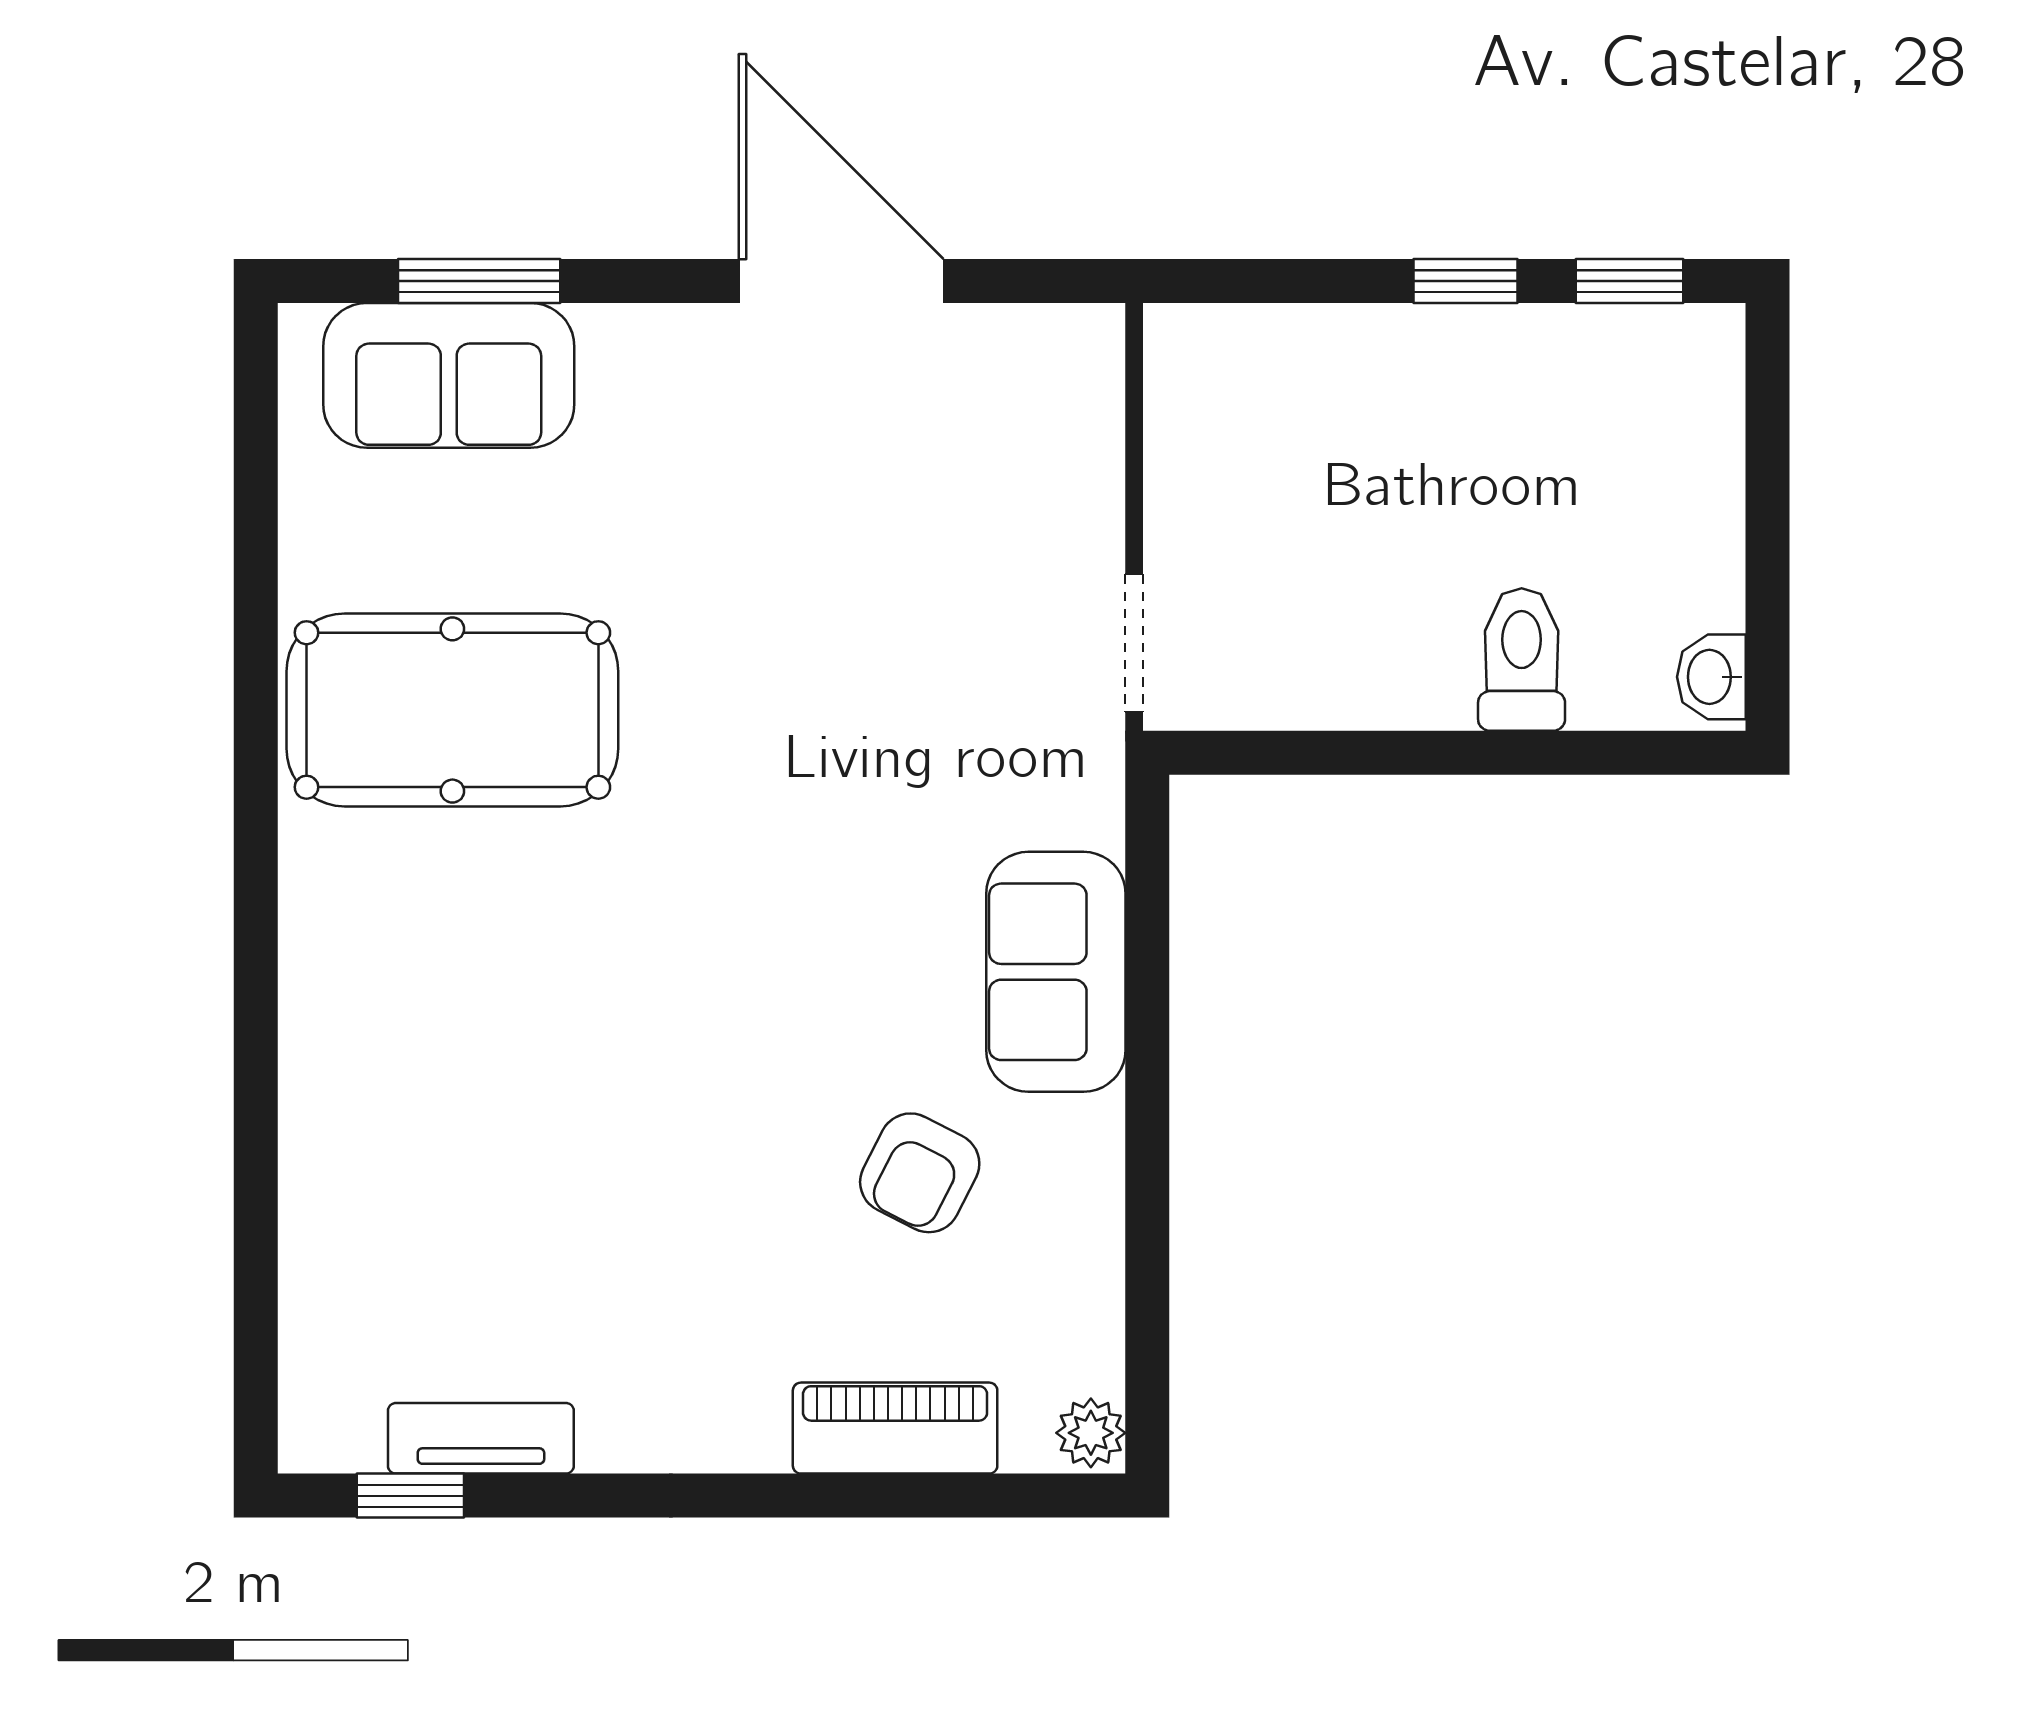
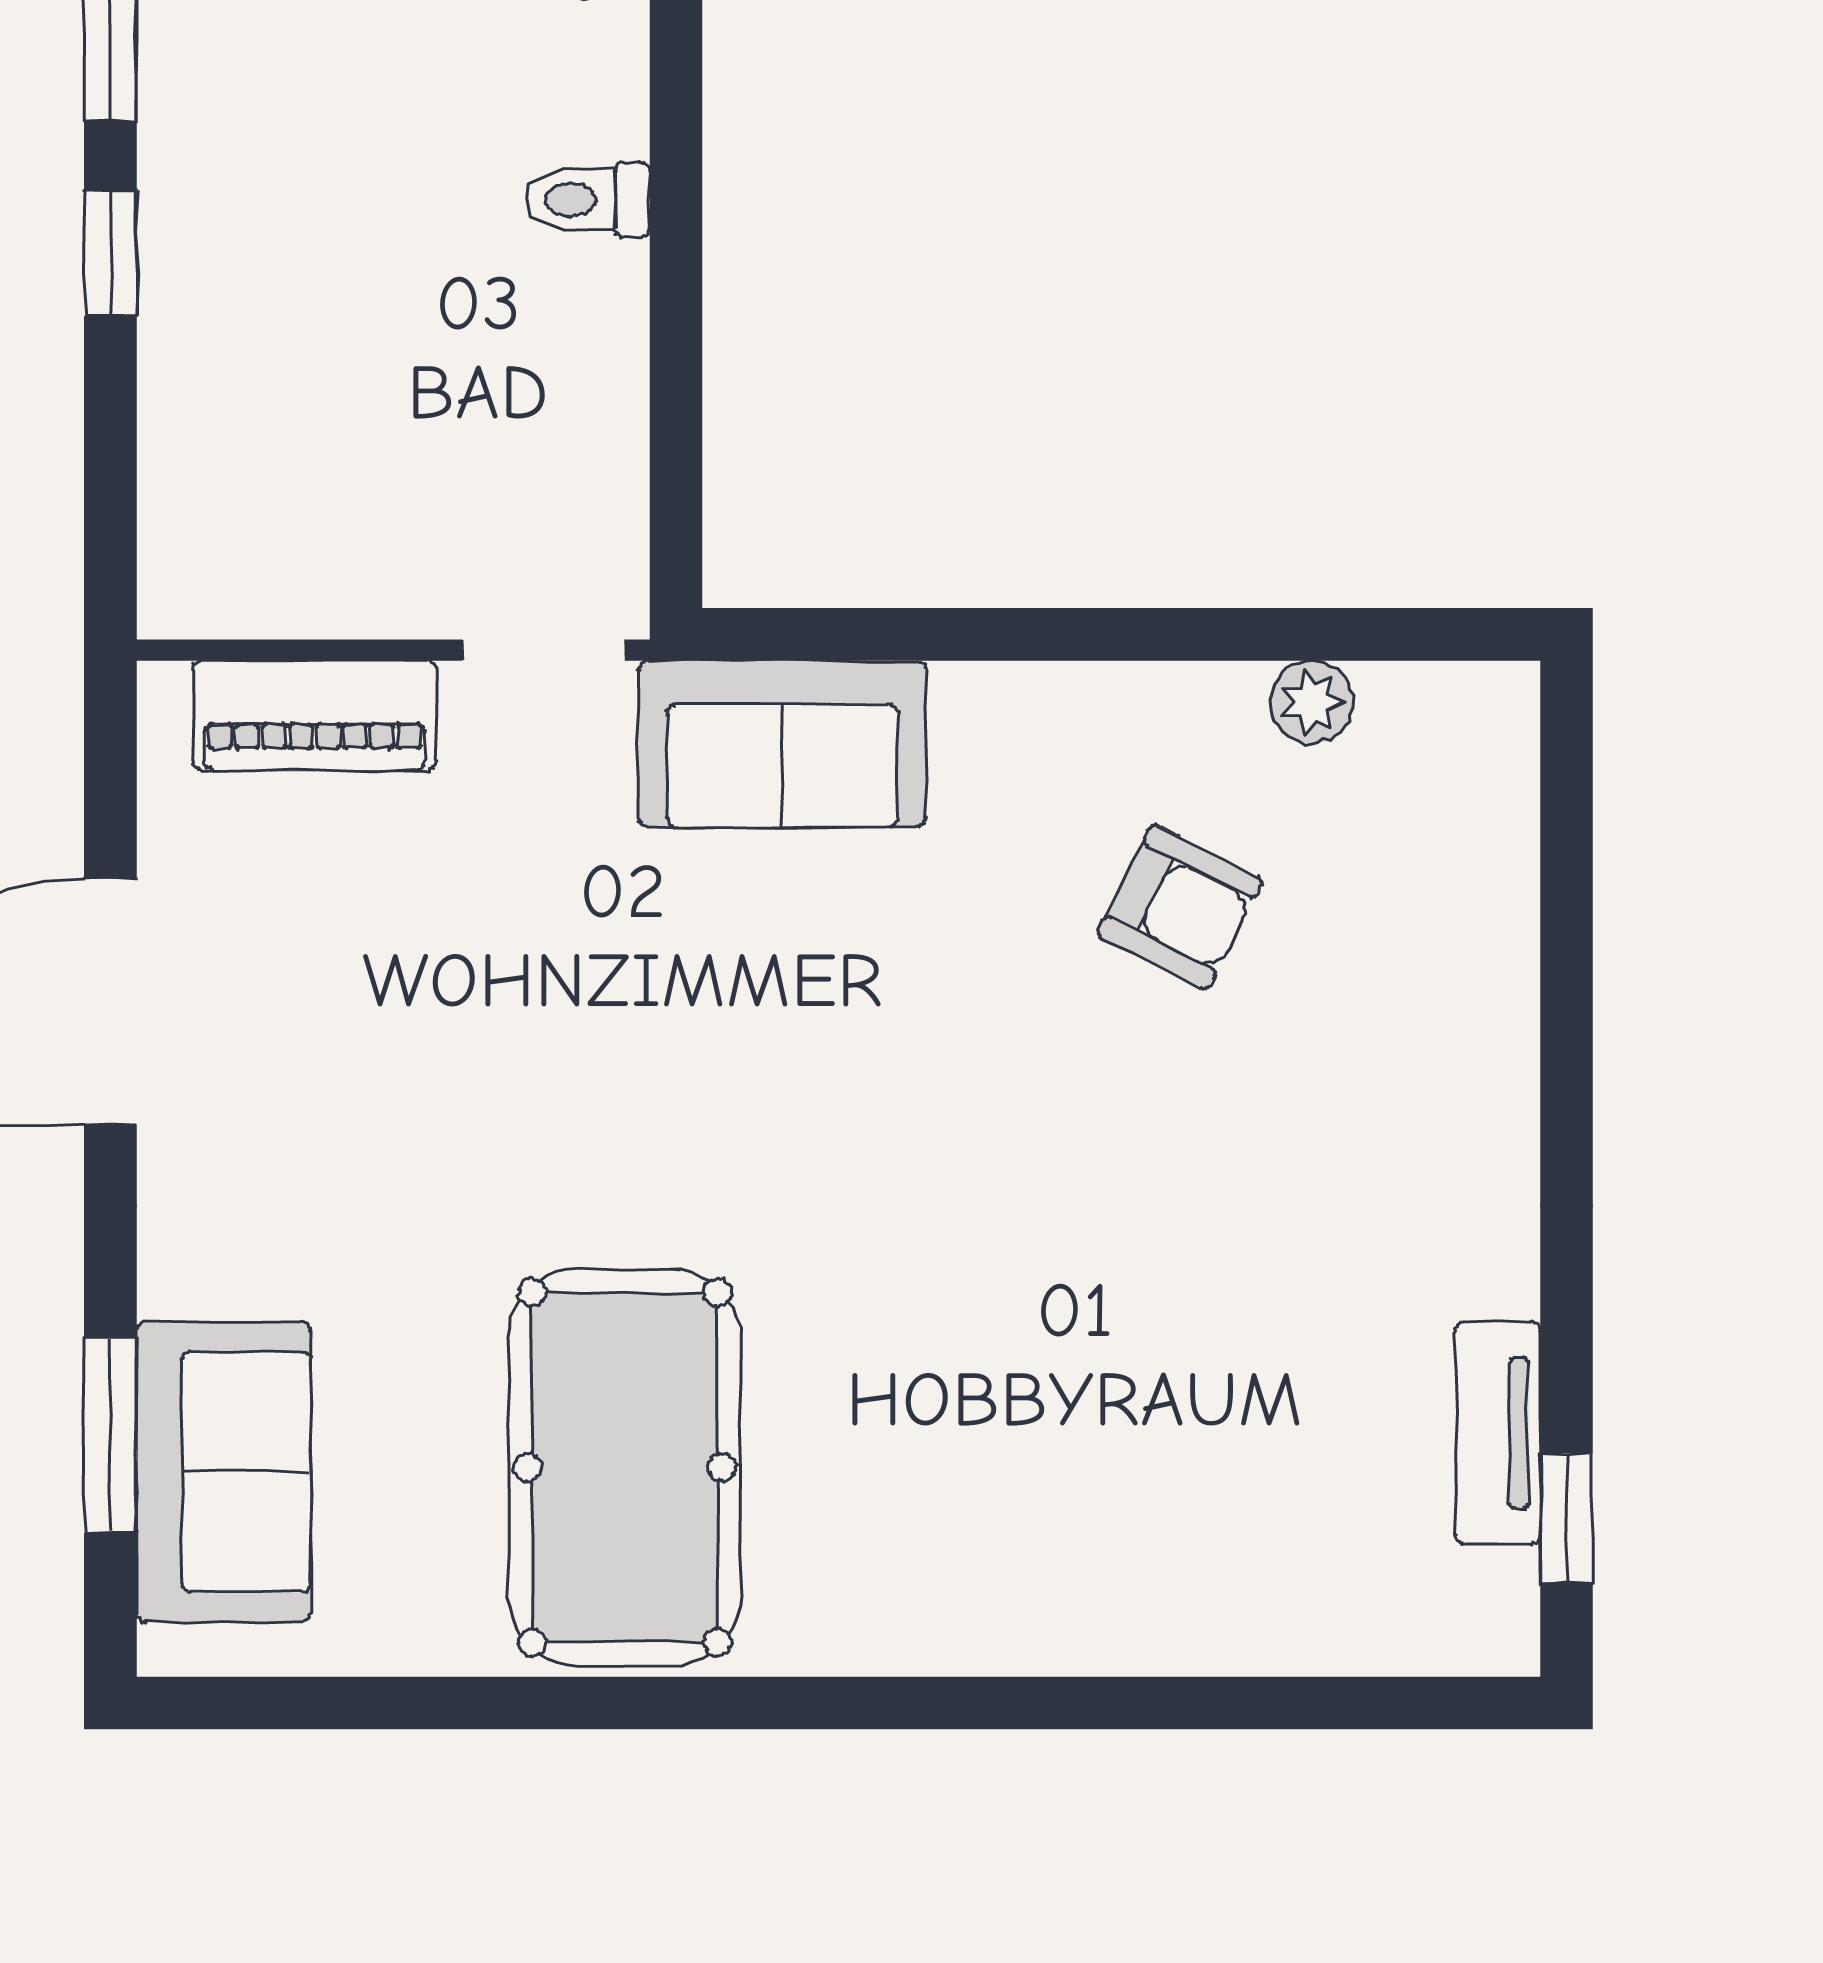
toilet: (1522, 660) -> (588, 200), width x0.73, depth x0.72
sofa: (1056, 972) -> (782, 744), moved
piano: (895, 1428) -> (315, 715), moved, turned -90
plant: (1091, 1433) -> (1312, 702), moved

